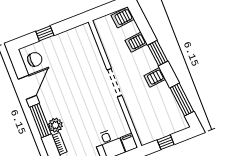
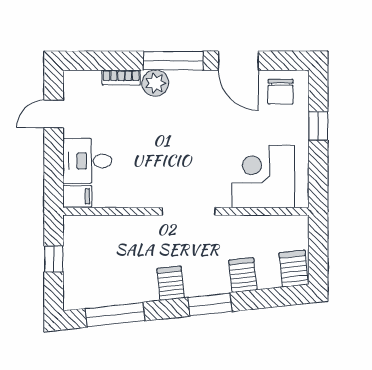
corner desk: (82, 51) -> (263, 177), added

